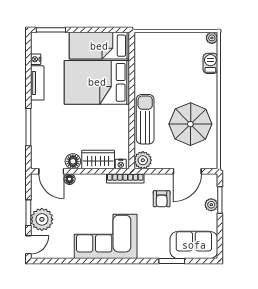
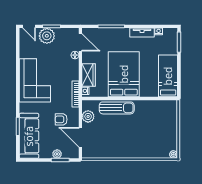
barbecue: (210, 63) -> (156, 153), removed
bed: (97, 82) -> (124, 74), moved
parasol: (190, 124) -> (113, 139), removed
plant: (143, 160) -> (88, 116), moved
floor lamp: (73, 161) -> (87, 57), removed
door: (51, 171) -> (80, 42), swing flipped
sofa: (194, 245) -> (29, 136), width x1.36

